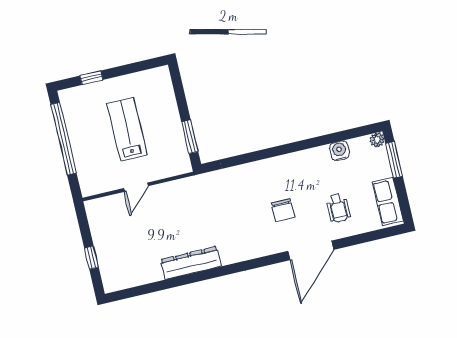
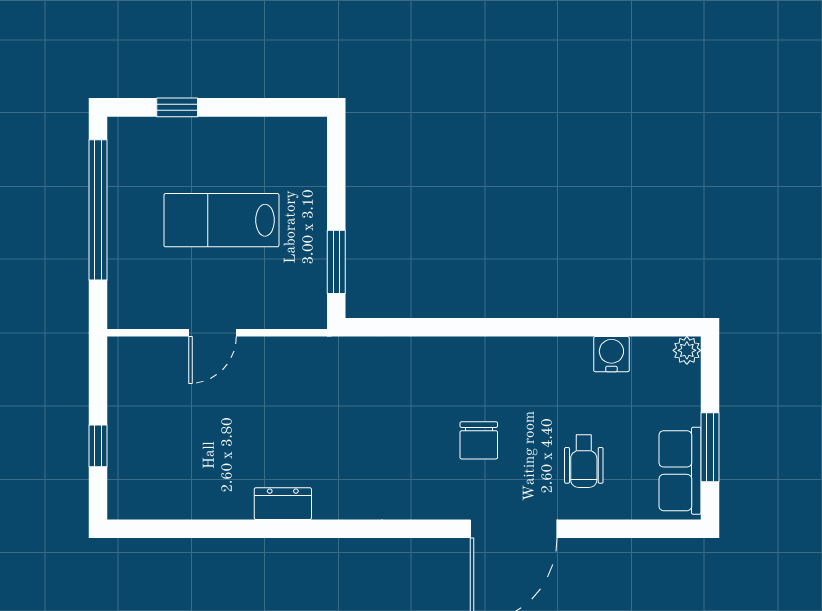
lab bench: (127, 129) -> (221, 220), turned -90
window: (394, 160) -> (710, 447), moved
dresser: (191, 263) -> (283, 504), width x0.51, depth x0.80

